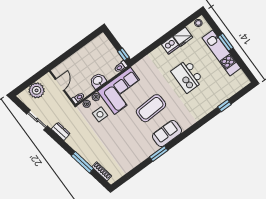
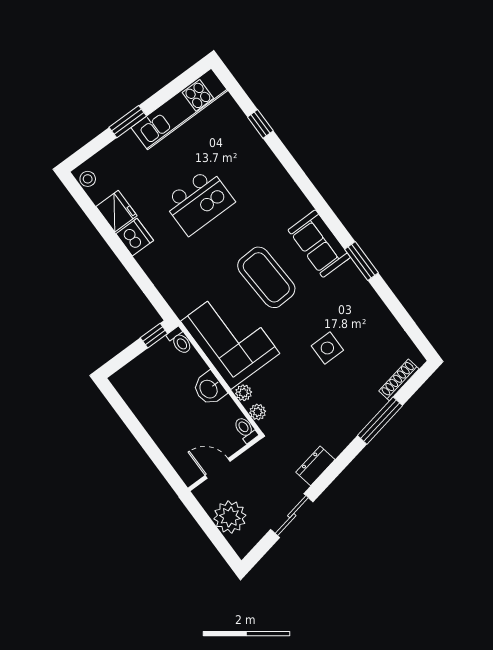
kitchen unit: (221, 53) -> (179, 109), moved
side table: (100, 114) -> (327, 348), moved

